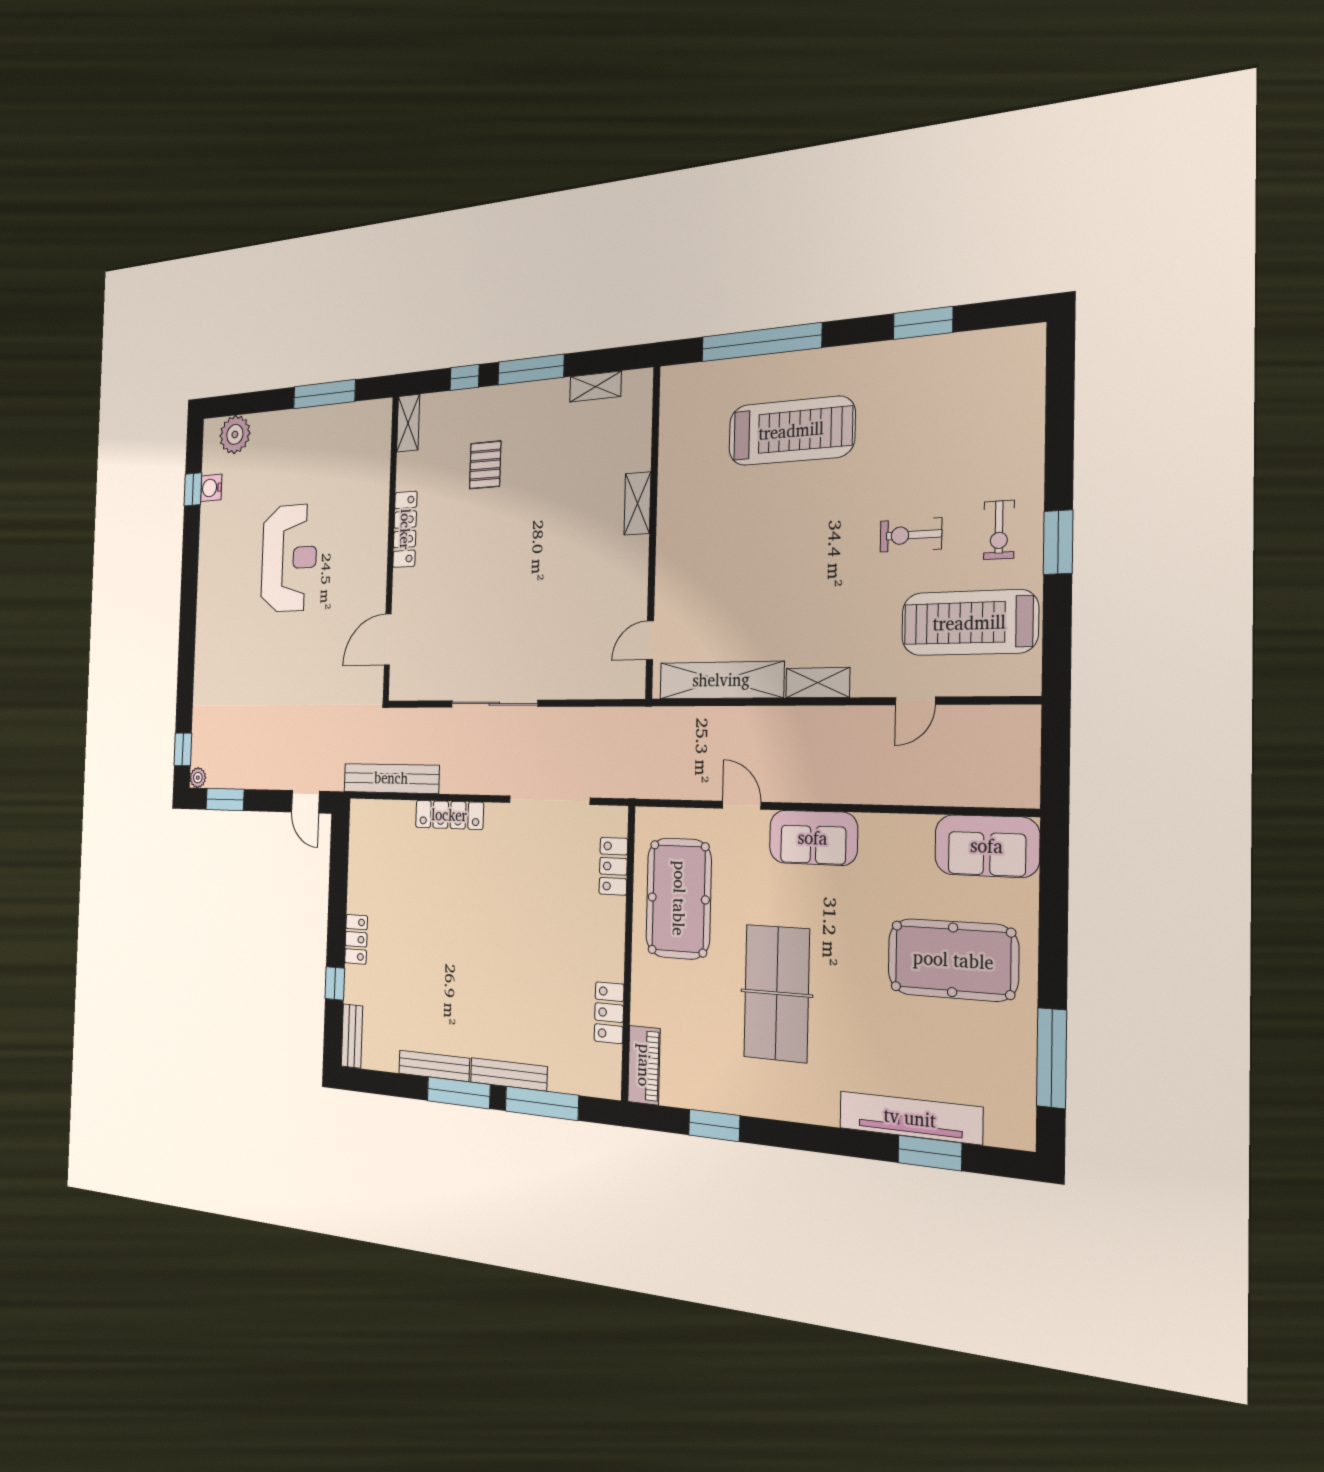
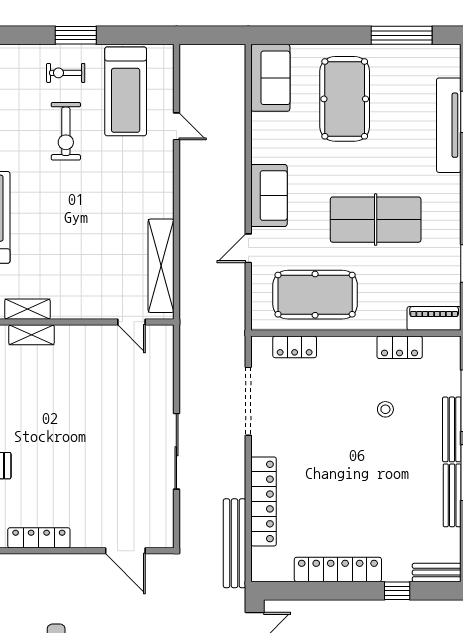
exercise bike: (999, 530) -> (66, 73), turned 180
exercise bike: (911, 535) -> (66, 131), width x1.38, depth x1.39
shelving: (818, 683) -> (27, 309), moved, turned 90
locker: (449, 815) -> (264, 501), width x1.41, depth x1.21
locker: (356, 939) -> (338, 569), width x2.16, depth x1.21
stool: (535, 986) -> (385, 409), added

